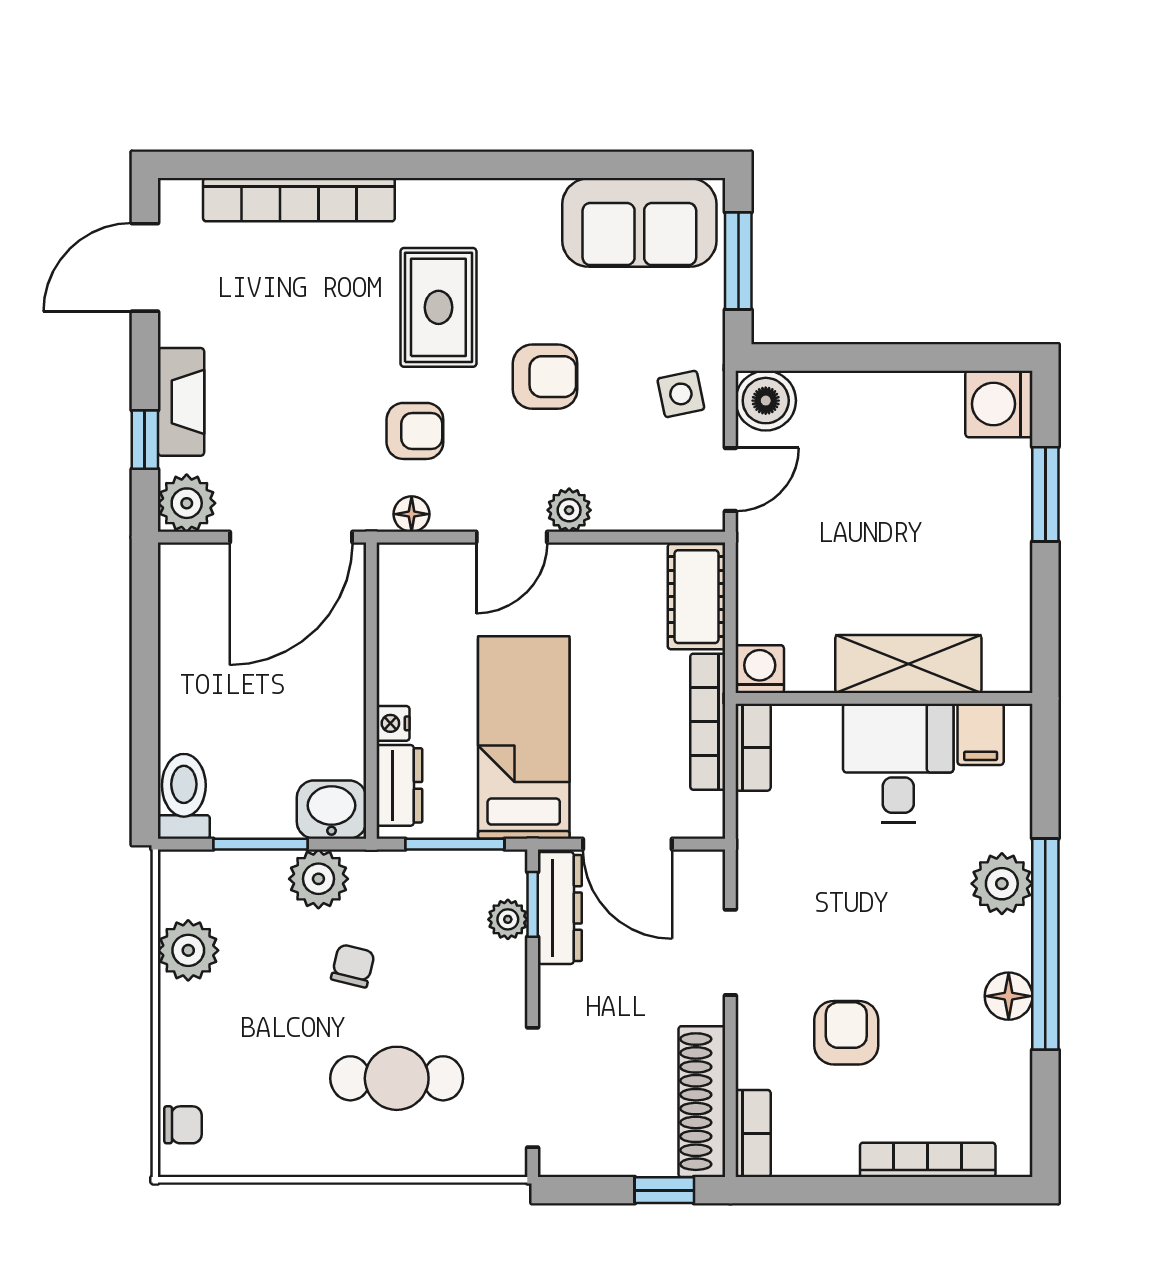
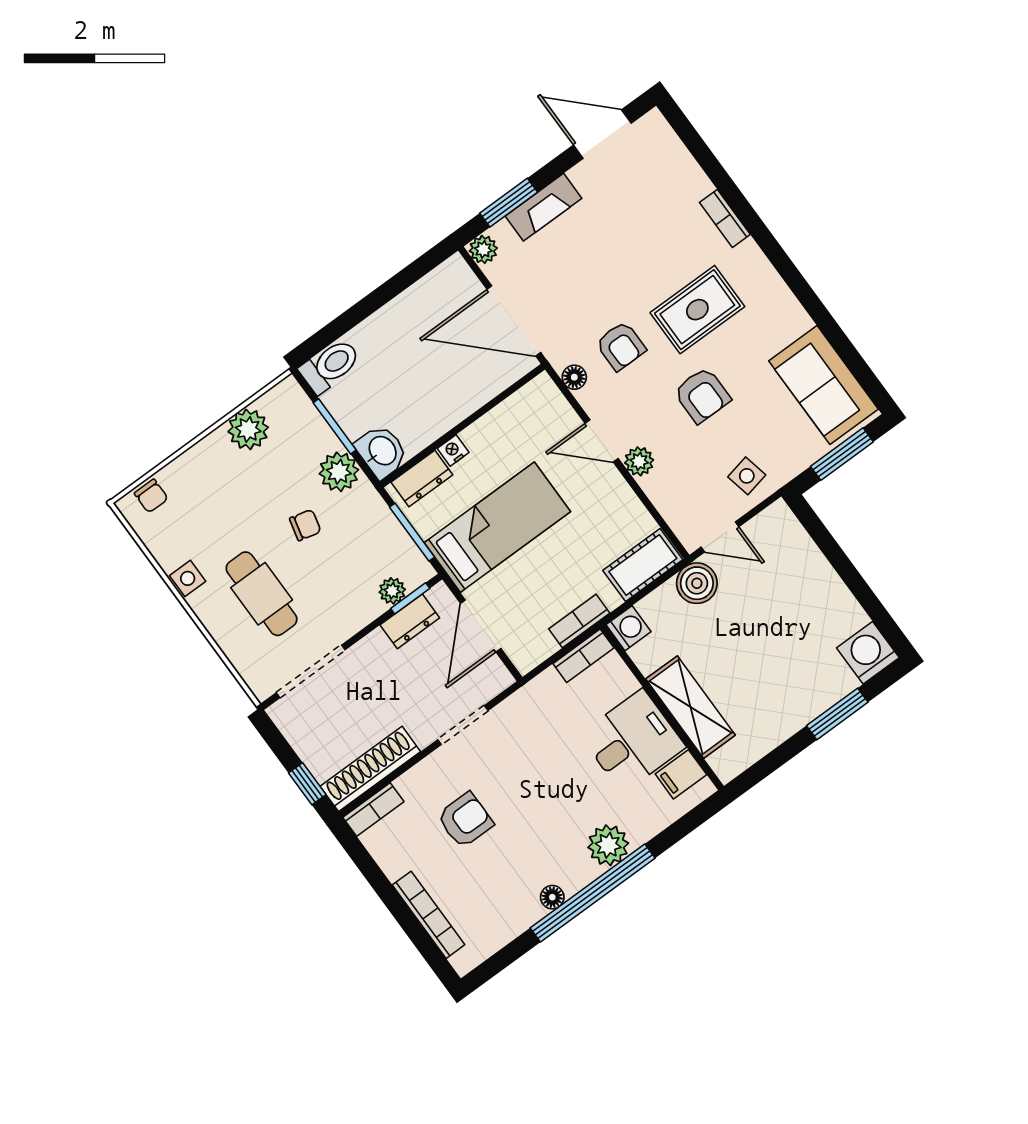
bookcase: (299, 200) -> (725, 218), width x0.43, depth x0.76
boiler: (766, 401) -> (697, 583), moved
window: (145, 440) -> (509, 203), width x1.50
plant: (187, 503) -> (483, 249), width x0.73, depth x0.73
bookcase: (708, 722) -> (579, 621), width x0.64
dresser: (560, 908) -> (410, 621), width x0.70
floor lamp: (1009, 996) -> (552, 897), width x0.73, depth x0.73
side table: (314, 1153) -> (188, 578), added

